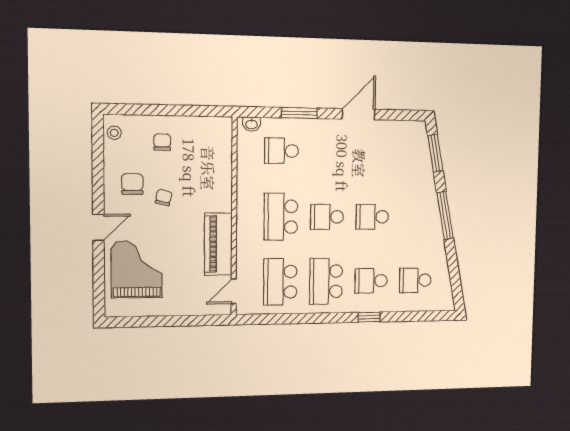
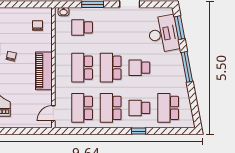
chair: (162, 142) -> (37, 26), moved
desk: (410, 163) -> (163, 34), added
school desk: (327, 217) -> (111, 68), width x1.85
piano: (218, 244) -> (44, 71), moved
school desk: (415, 280) -> (168, 108), width x1.85

